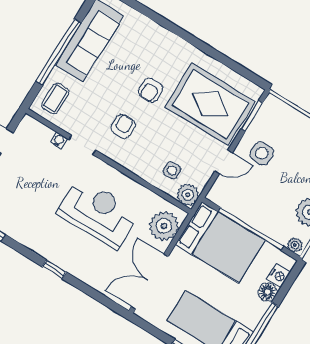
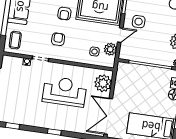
plant: (188, 195) -> (110, 49), moved
bed: (220, 242) -> (137, 79), removed

